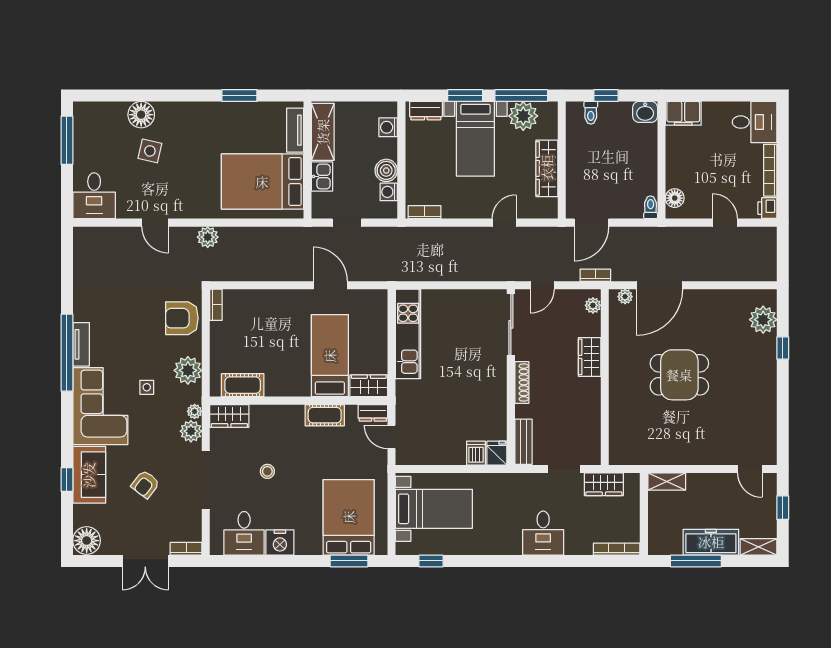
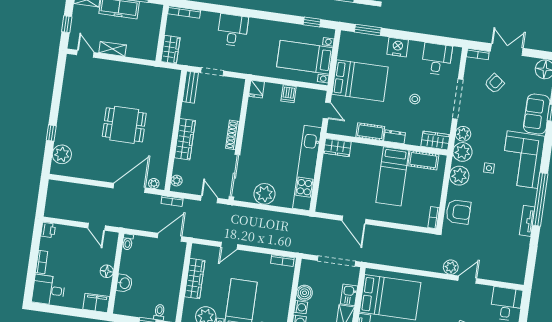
washbasin: (645, 112) -> (124, 283), moved, turned 90
bookcase: (770, 170) -> (42, 262), width x0.64
washing machine: (389, 192) -> (301, 307), moved
floor lamp: (675, 198) -> (107, 271), moved
door: (155, 223) -> (467, 280), hinge flipped
doorway: (347, 223) -> (336, 261), width x1.88
door: (725, 223) -> (96, 227), moved
plant: (208, 237) -> (451, 267), moved
door: (542, 285) -> (209, 199), hinge flipped
plant: (464, 304) -> (264, 194), added
kitchen unit: (408, 334) -> (307, 168), width x1.36
tv unit: (81, 344) -> (527, 221), moved
bed: (330, 356) -> (392, 176), moved
wardrobe: (590, 357) -> (185, 139), width x1.50
plant: (195, 411) -> (462, 152), width x1.88, depth x1.88
dresser: (373, 413) -> (395, 137), moved
bench: (523, 442) -> (190, 87), moved
dishwasher: (476, 453) -> (289, 94), moved
shelving: (667, 481) -> (113, 49), moved
armchair: (145, 484) -> (494, 83), moved
wardrobe: (604, 484) -> (170, 49), moved, turned 90
bed: (349, 517) -> (360, 81), moved, turned -90
nightstand: (280, 542) -> (398, 47), moved

